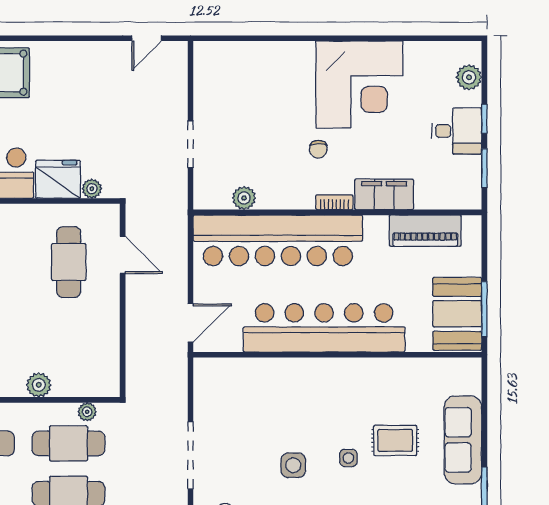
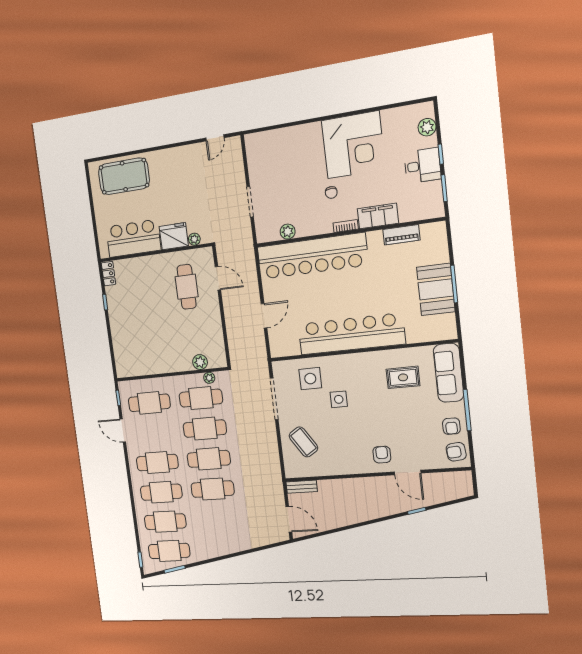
piano: (425, 231) -> (401, 235), width x0.73, depth x0.75
bar counter: (324, 328) -> (351, 334), moved
wall: (337, 355) -> (362, 351), moved
plant: (39, 385) -> (200, 362), moved
side table: (348, 458) -> (310, 379), moved, width x1.87, depth x1.87

